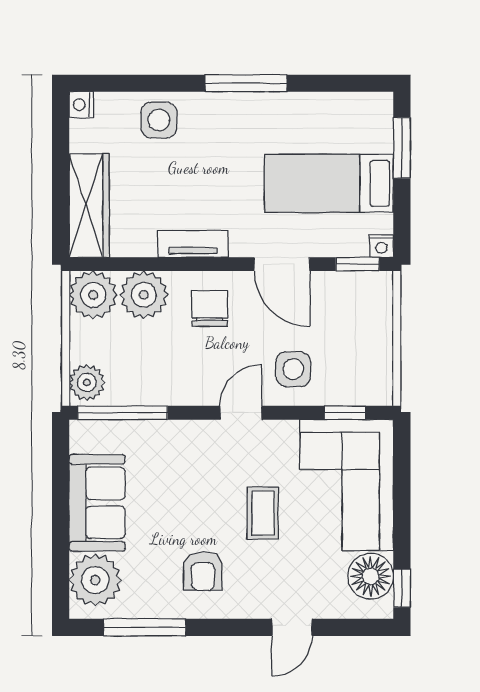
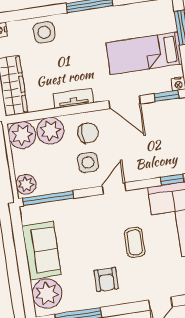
chair: (210, 308) -> (88, 133), turned 90
side table: (293, 369) -> (88, 162), moved

